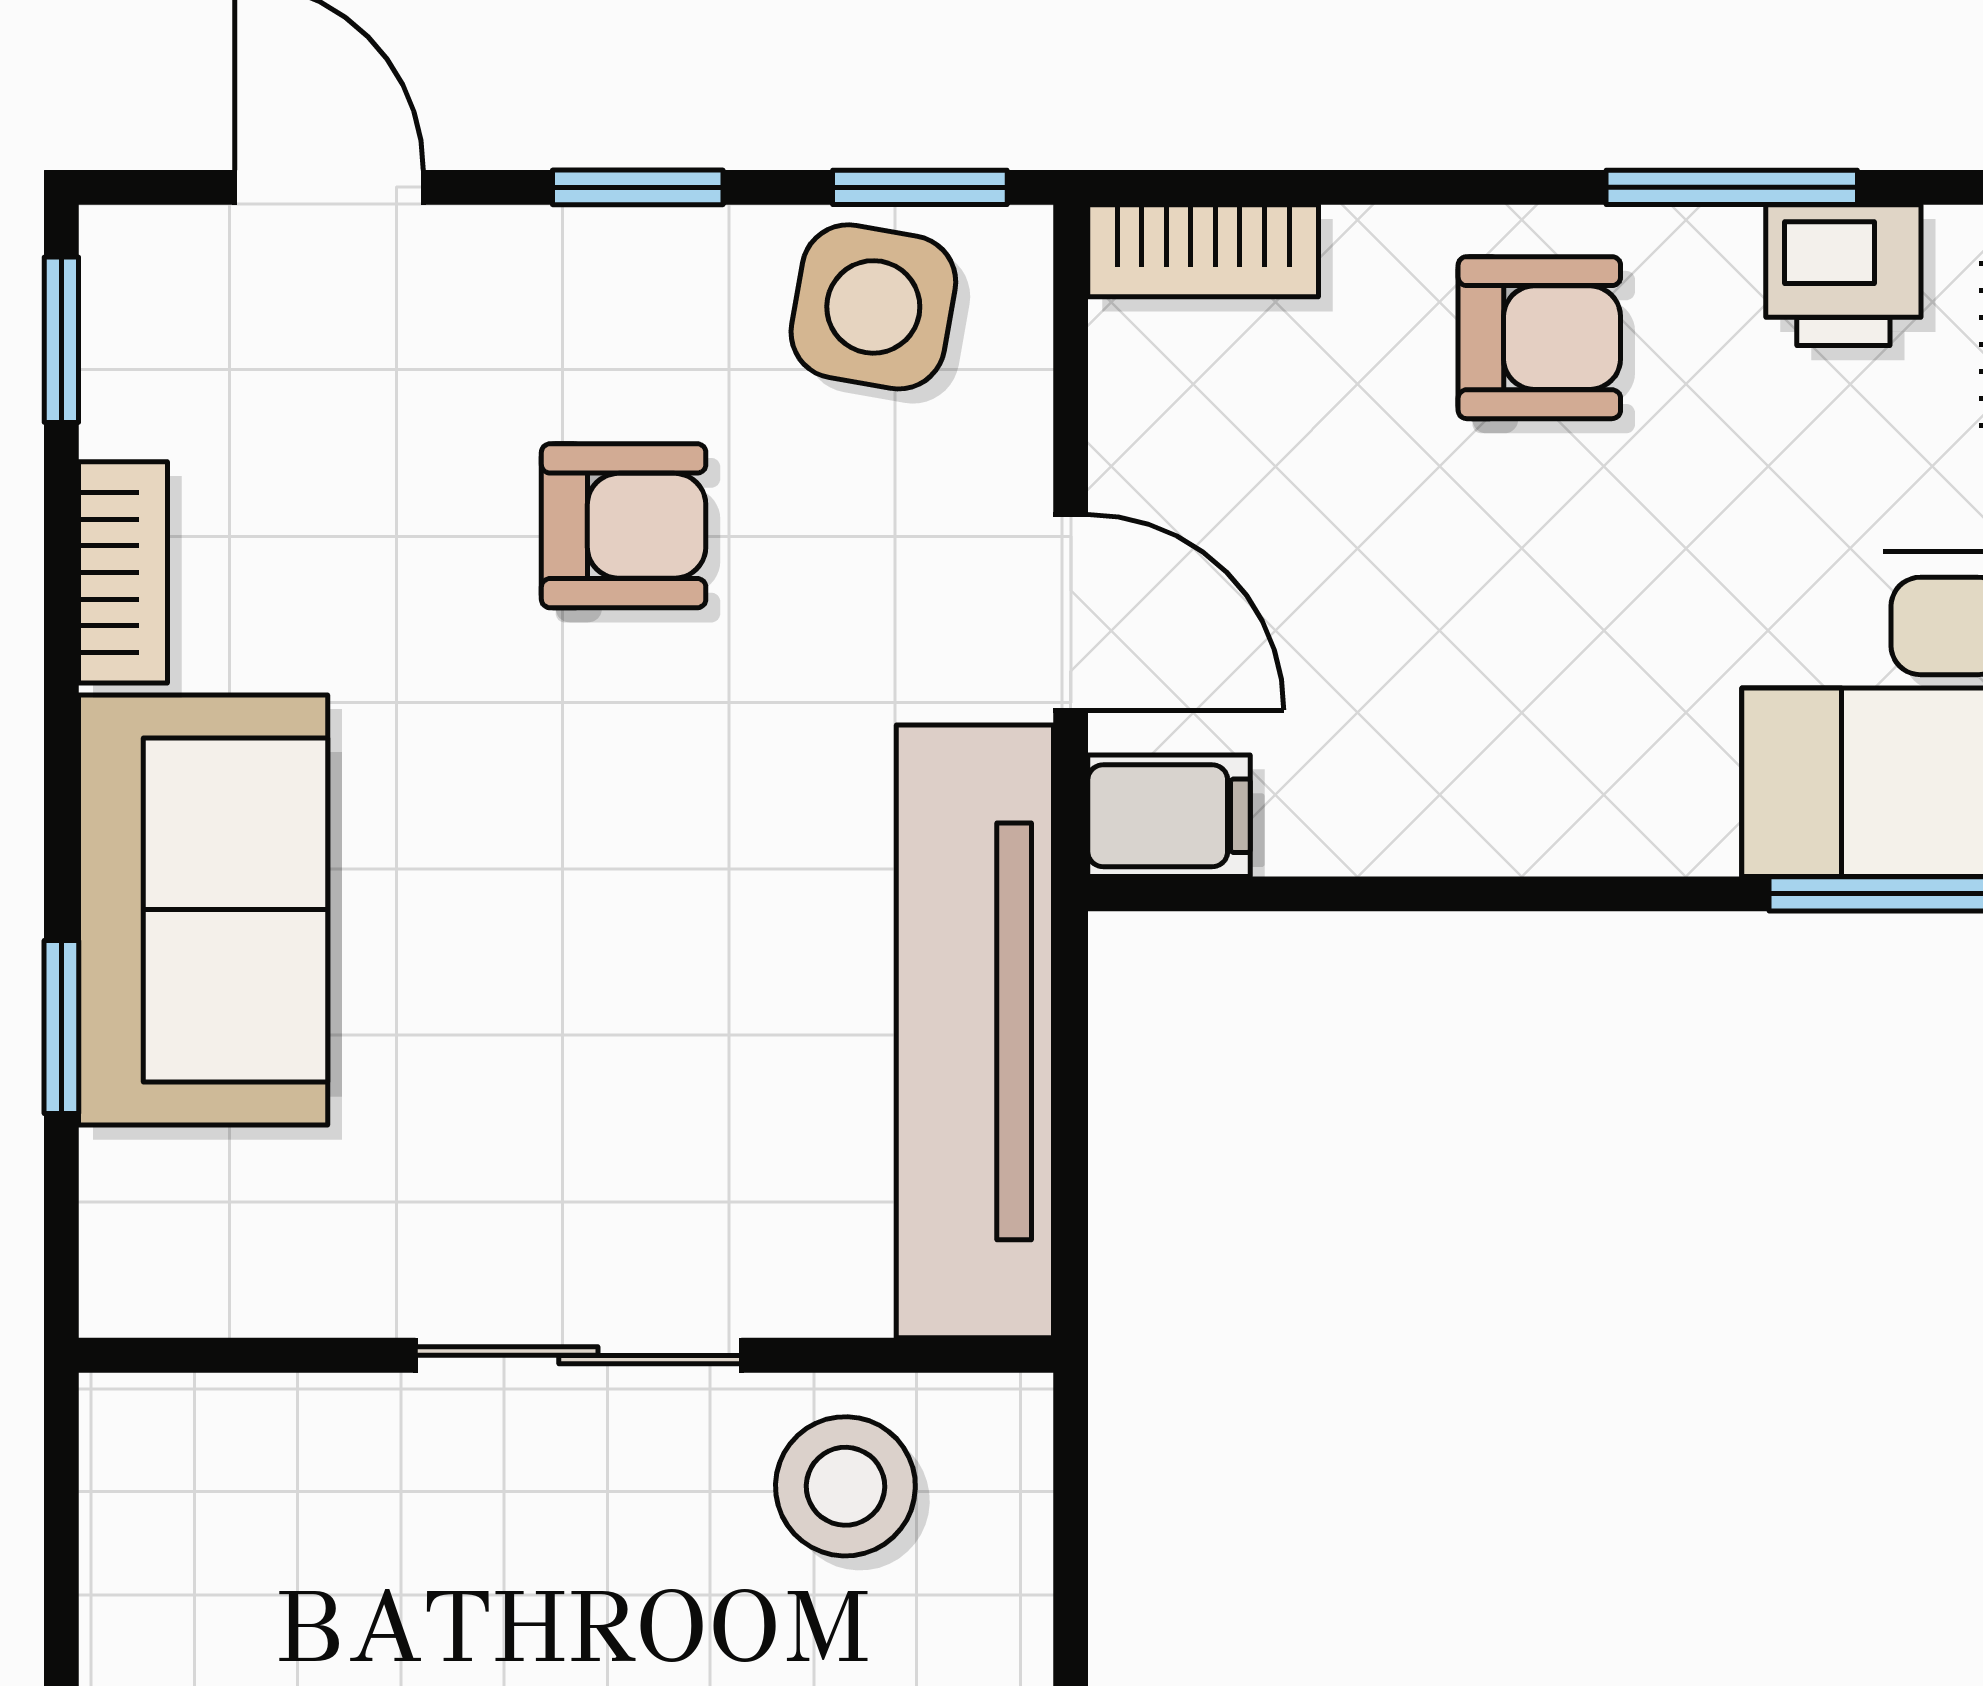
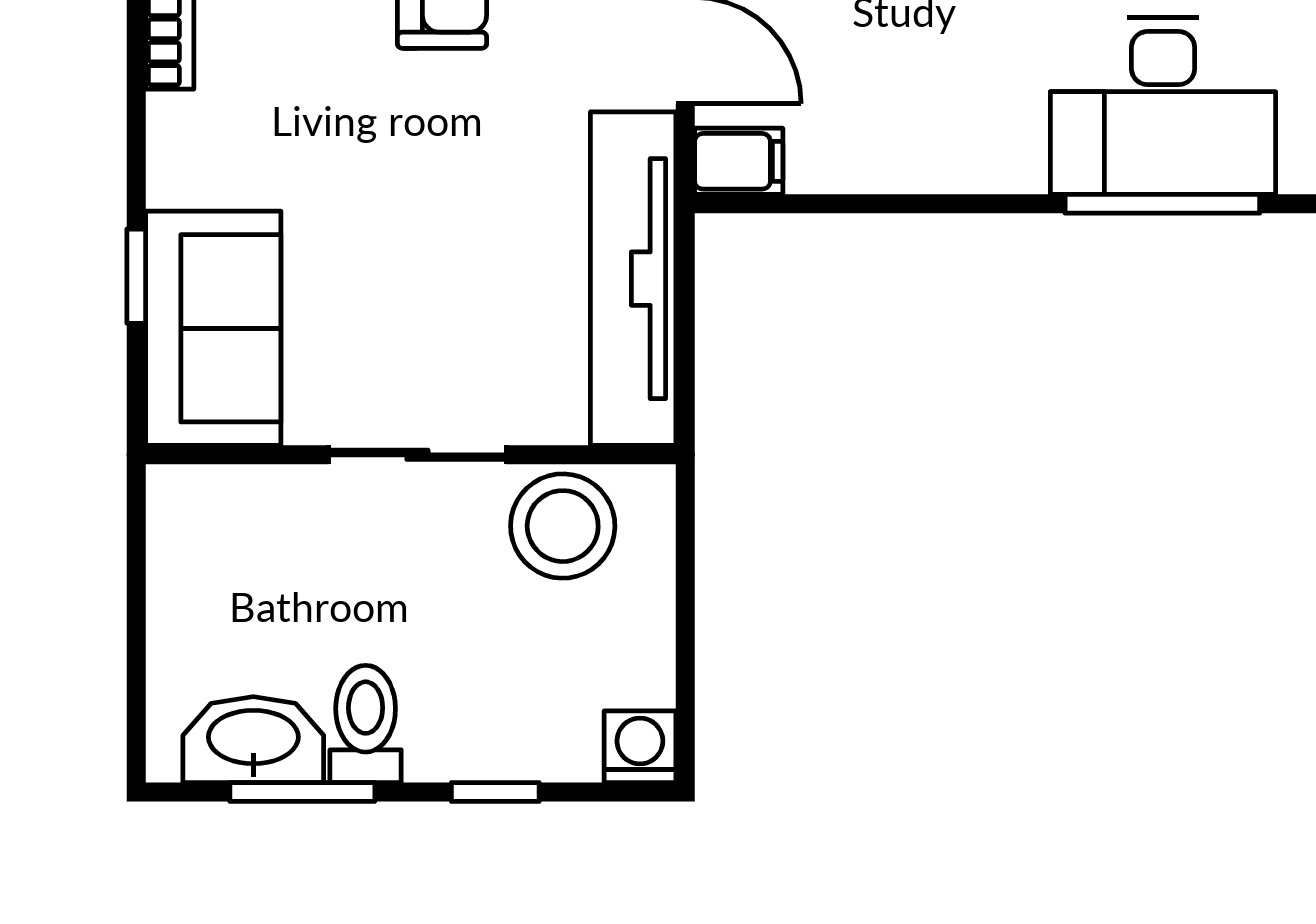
sofa: (203, 910) -> (213, 328), moved
stool: (845, 1486) -> (563, 526), width x1.38, depth x1.38

